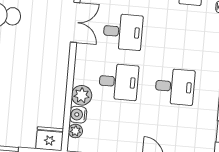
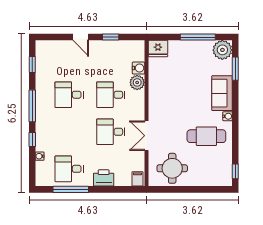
plant: (75, 131) -> (139, 56), removed

